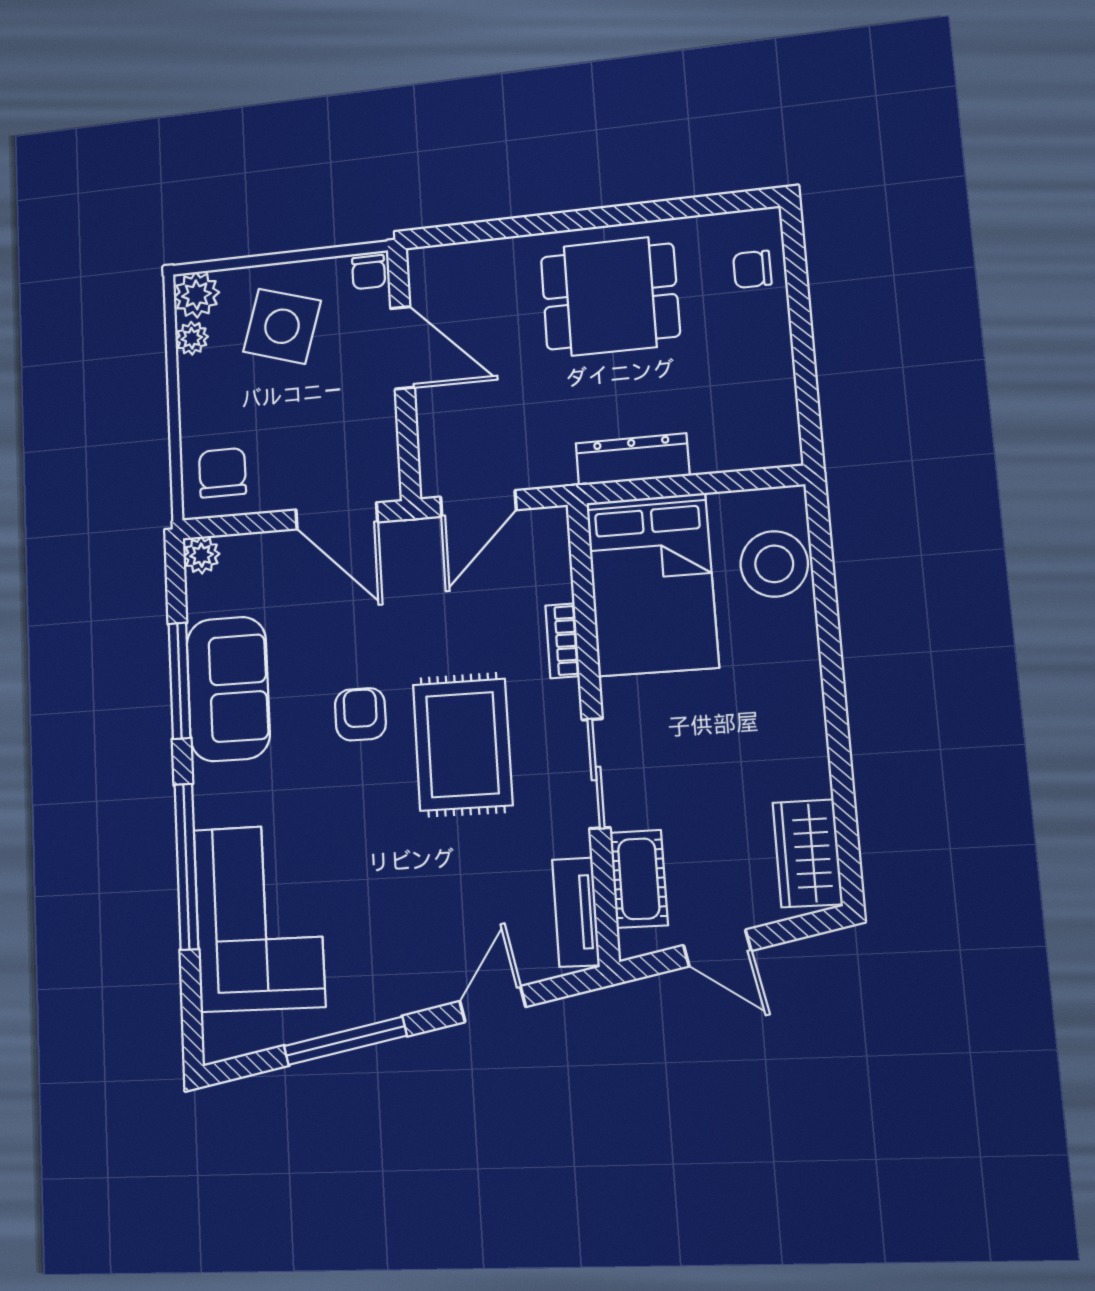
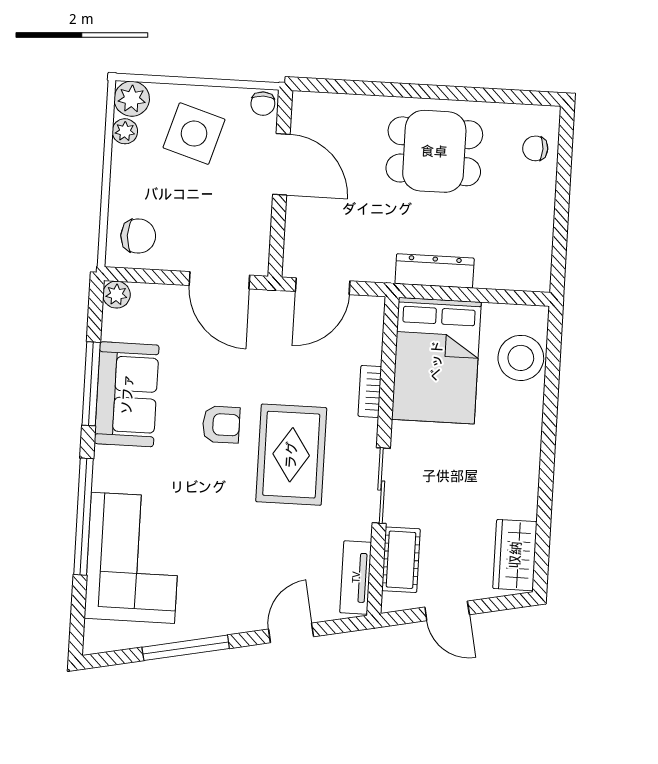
chair: (222, 473) -> (138, 236), turned 90
armchair: (360, 714) -> (221, 425), turned 90

